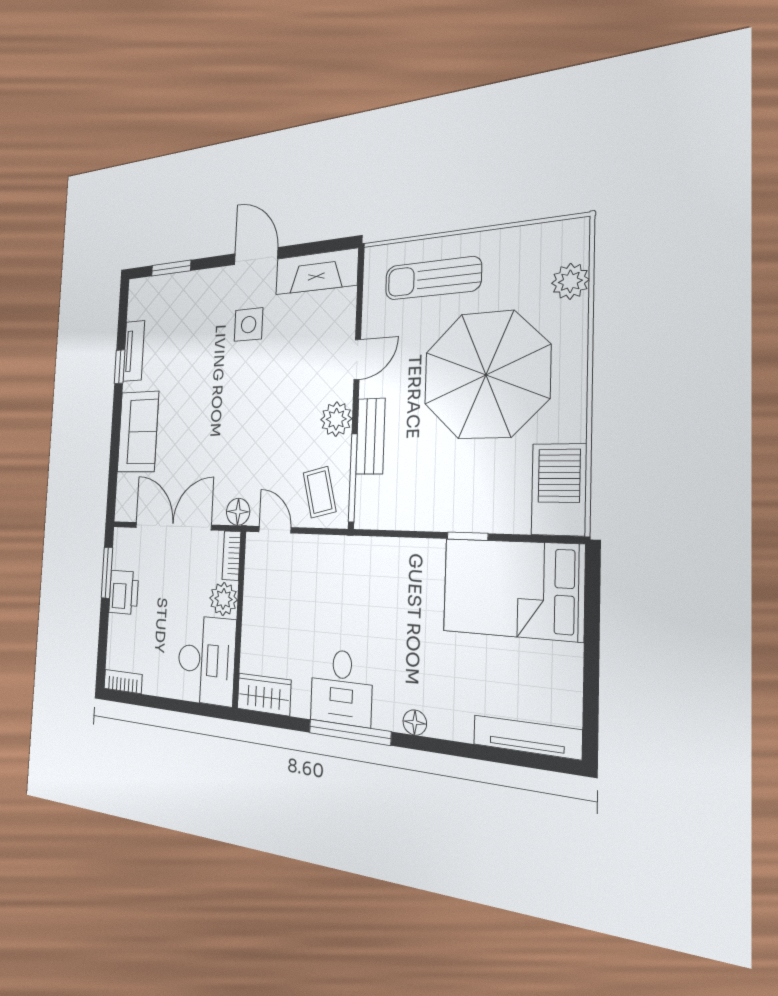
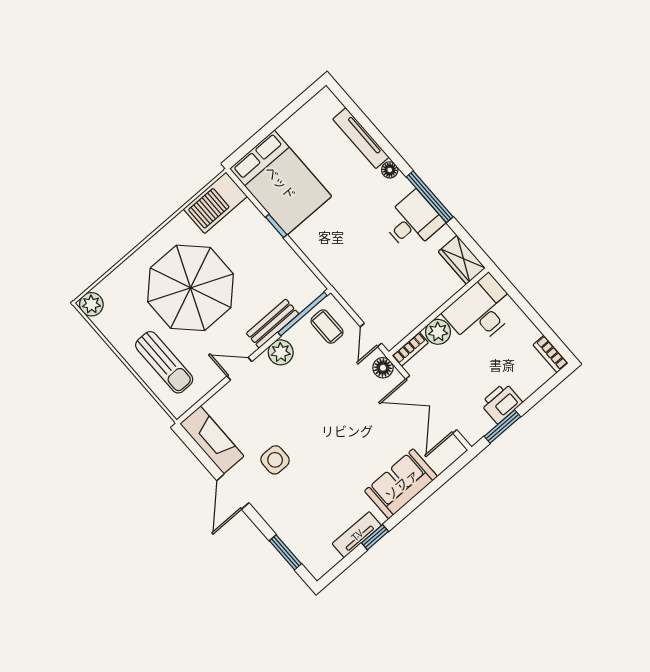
plant: (570, 281) -> (91, 304), moved
coffee table: (320, 492) -> (327, 327), turned -76
tv unit: (527, 737) -> (361, 138), moved

